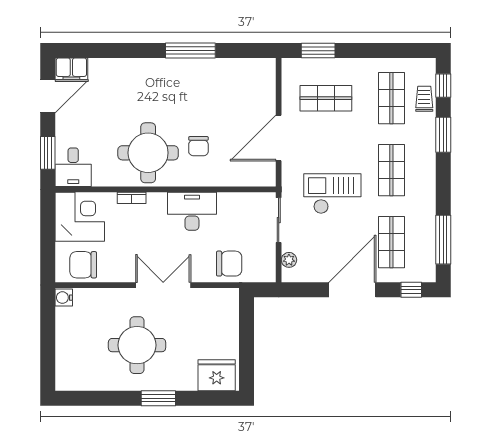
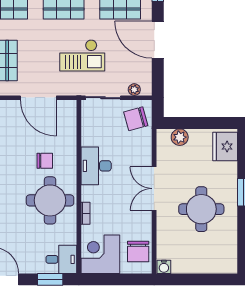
checkout: (332, 194) -> (82, 55), turned -90
chair: (229, 264) -> (136, 119), moved, turned -105
plant: (228, 318) -> (180, 137), added

